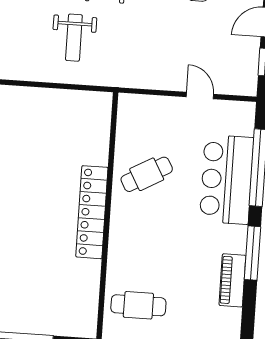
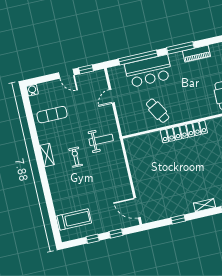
weight bench: (74, 38) -> (101, 140), moved

